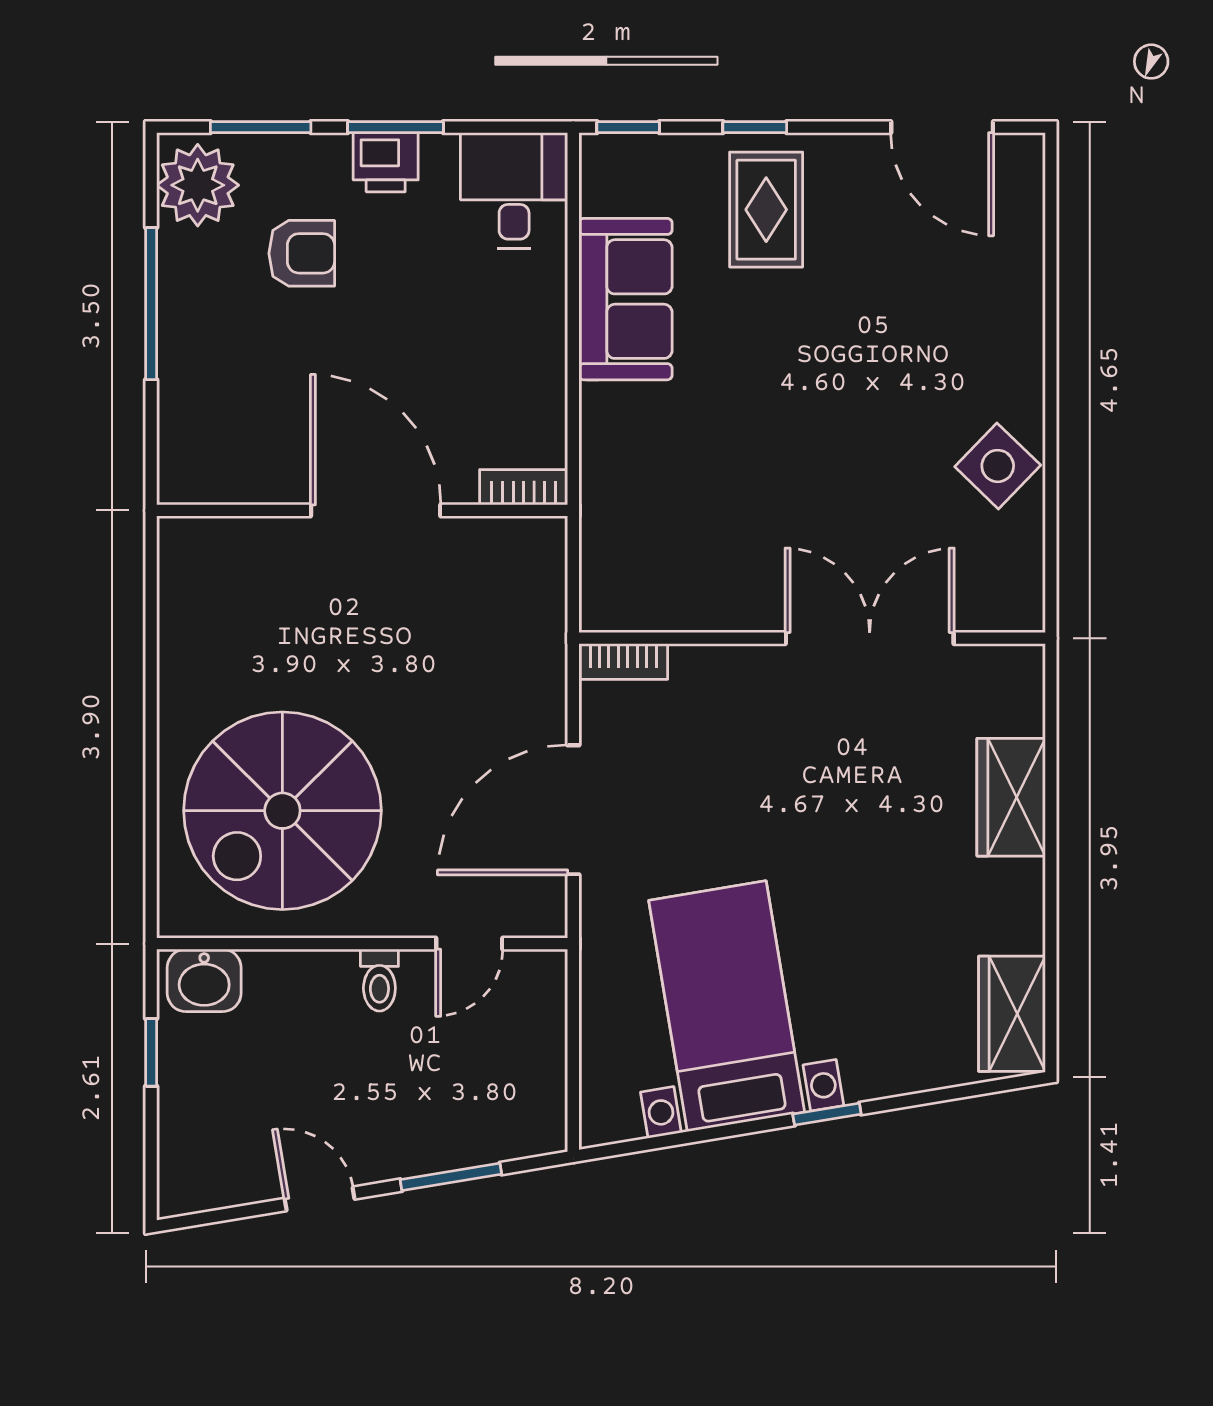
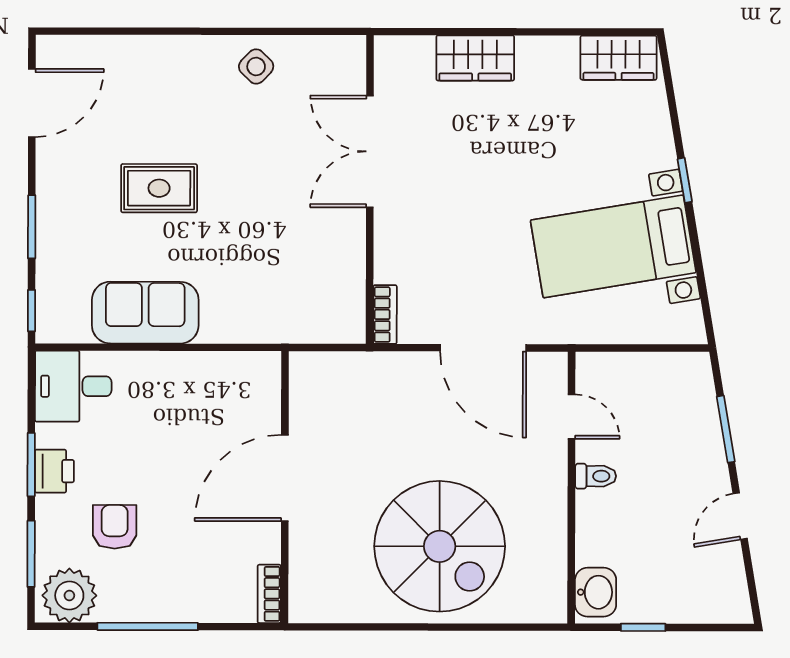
window: (755, 127) -> (32, 227), width x1.50
rug: (766, 210) -> (159, 188), moved
side table: (998, 466) -> (256, 67), width x0.73, depth x0.73
bookcase: (524, 487) -> (269, 594), moved
spiral stairs: (282, 811) -> (440, 546), moved

